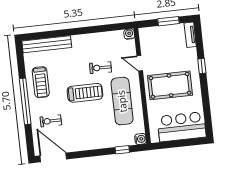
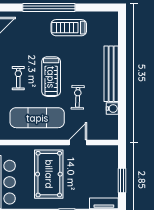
water cooler: (129, 34) -> (112, 109), moved
bench: (47, 44) -> (111, 74), moved
exercise bike: (51, 121) -> (18, 78), moved

